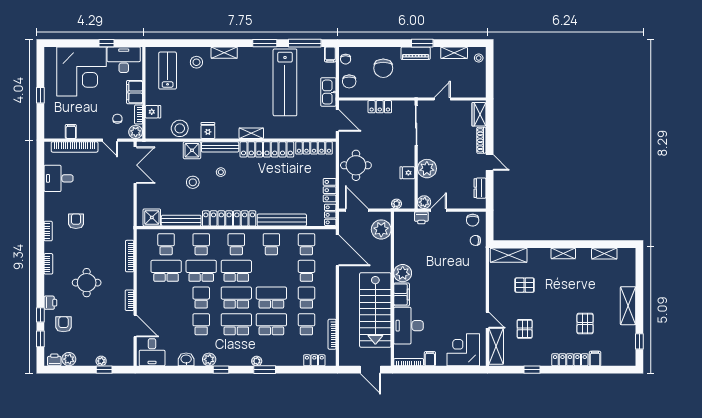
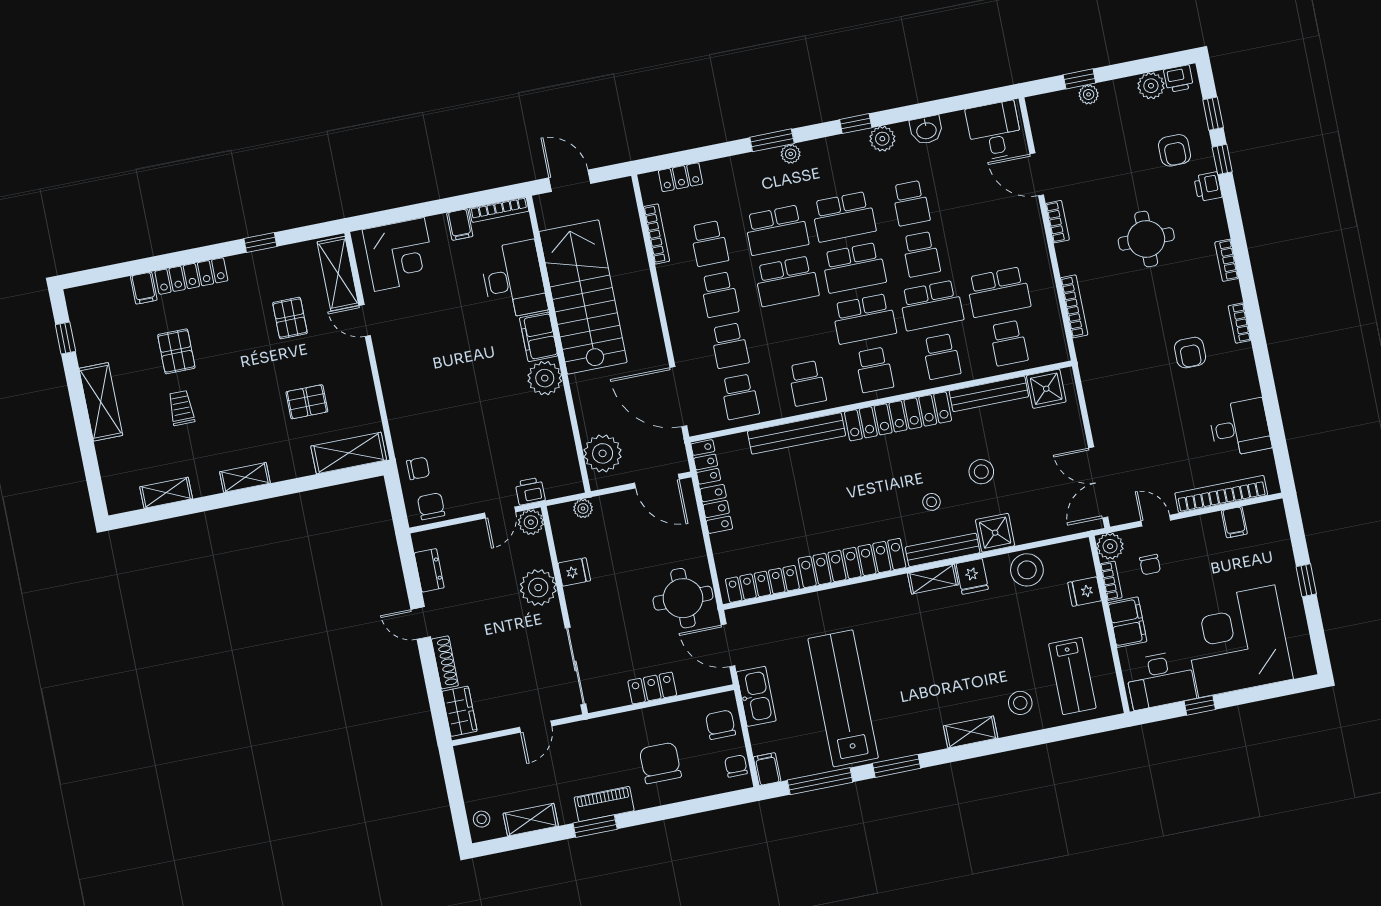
shelving: (251, 133) -> (933, 579), moved
round table: (356, 165) -> (683, 598), moved
trolley: (588, 295) -> (181, 408), added

